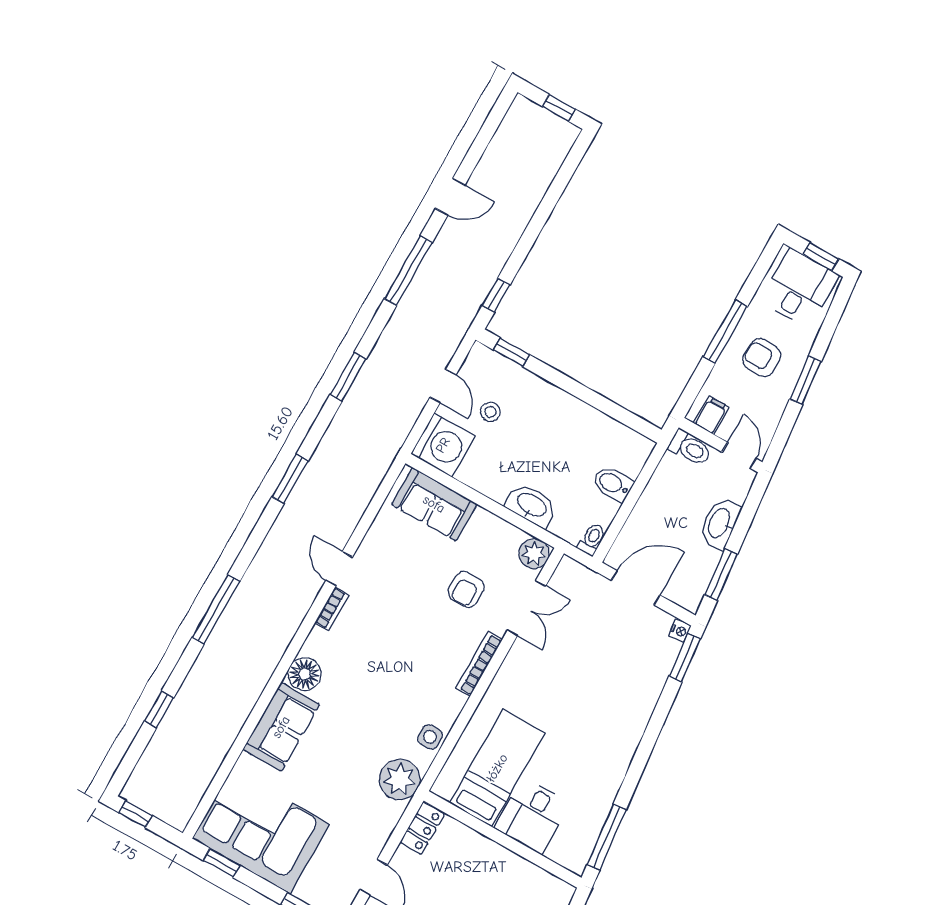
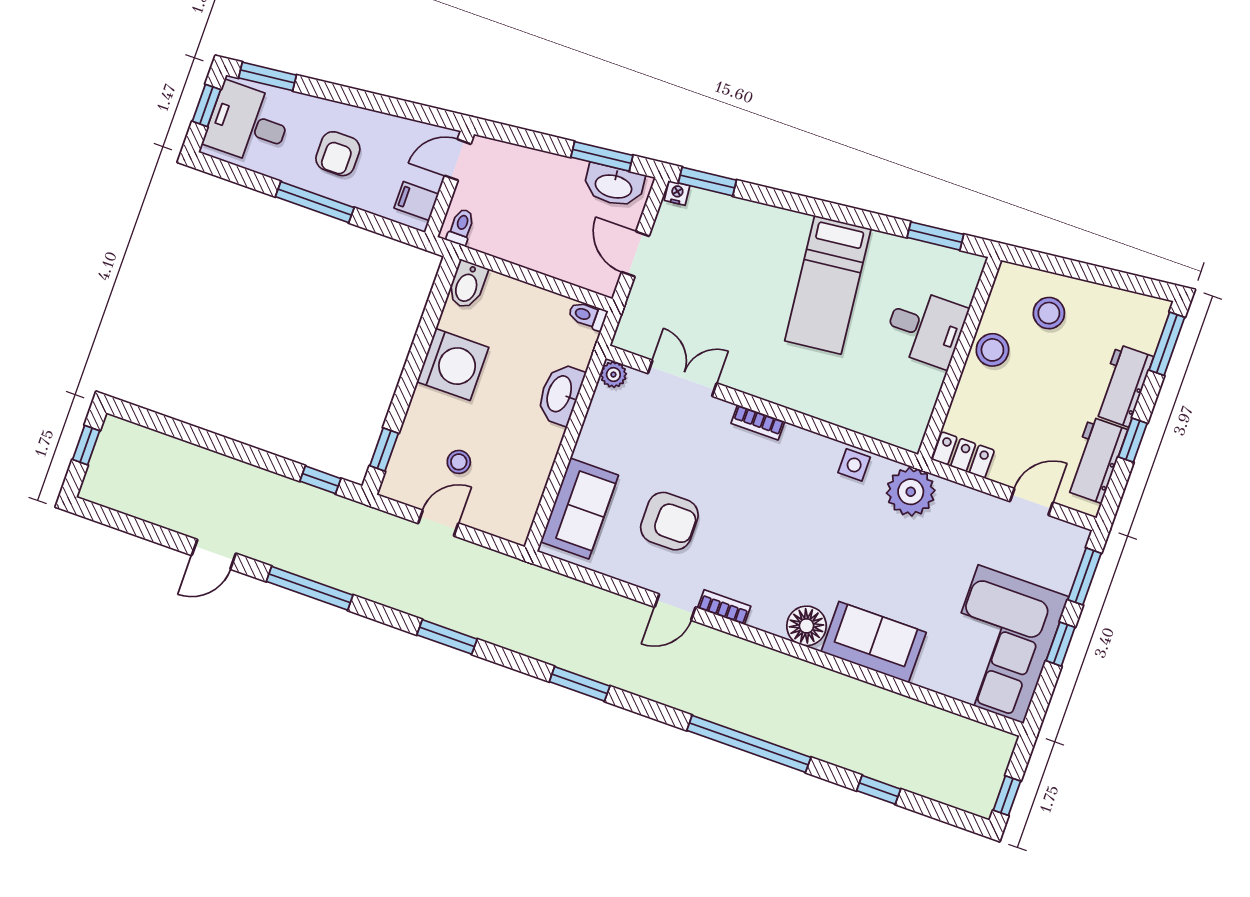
door: (450, 197) -> (214, 554), swing flipped
window: (805, 381) -> (267, 76), moved
washing machine: (443, 445) -> (453, 365), moved, turned 90
toilet: (690, 448) -> (461, 227), width x0.73, depth x0.72
bidet: (613, 484) -> (467, 285), moved
washbasin: (720, 523) -> (614, 185), moved
plant: (534, 554) -> (613, 375), width x0.73, depth x0.73
door: (636, 588) -> (635, 254), width x0.73
armchair: (466, 589) -> (669, 521), moved, width x1.38, depth x1.38
window: (216, 609) -> (749, 744), width x1.46
bookcase: (479, 664) -> (758, 422), width x0.64
bed: (497, 768) -> (828, 285), moved, turned -96
window: (607, 837) -> (935, 236), width x0.69
window: (222, 863) -> (1061, 644), moved
stool: (504, 868) -> (992, 350), added

